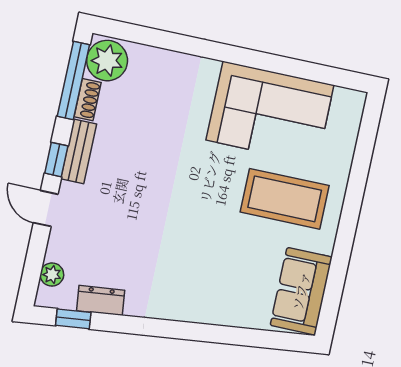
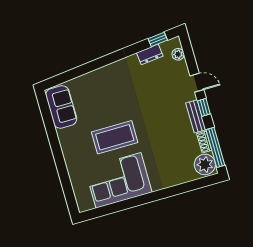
coffee table: (285, 199) -> (115, 137), moved

